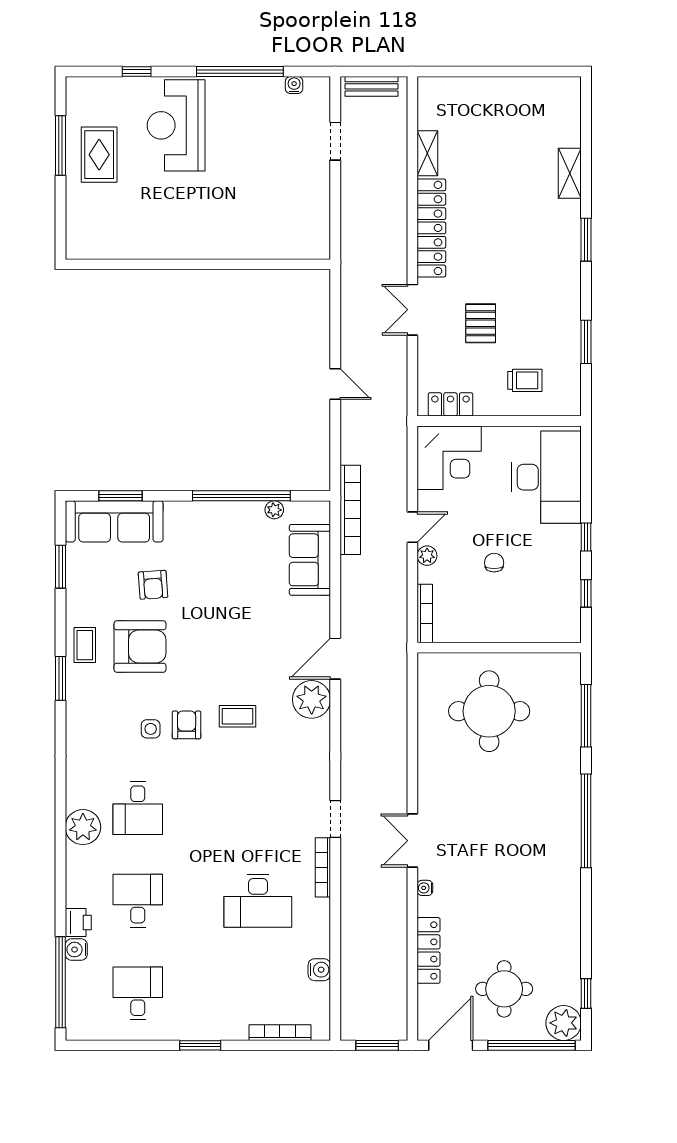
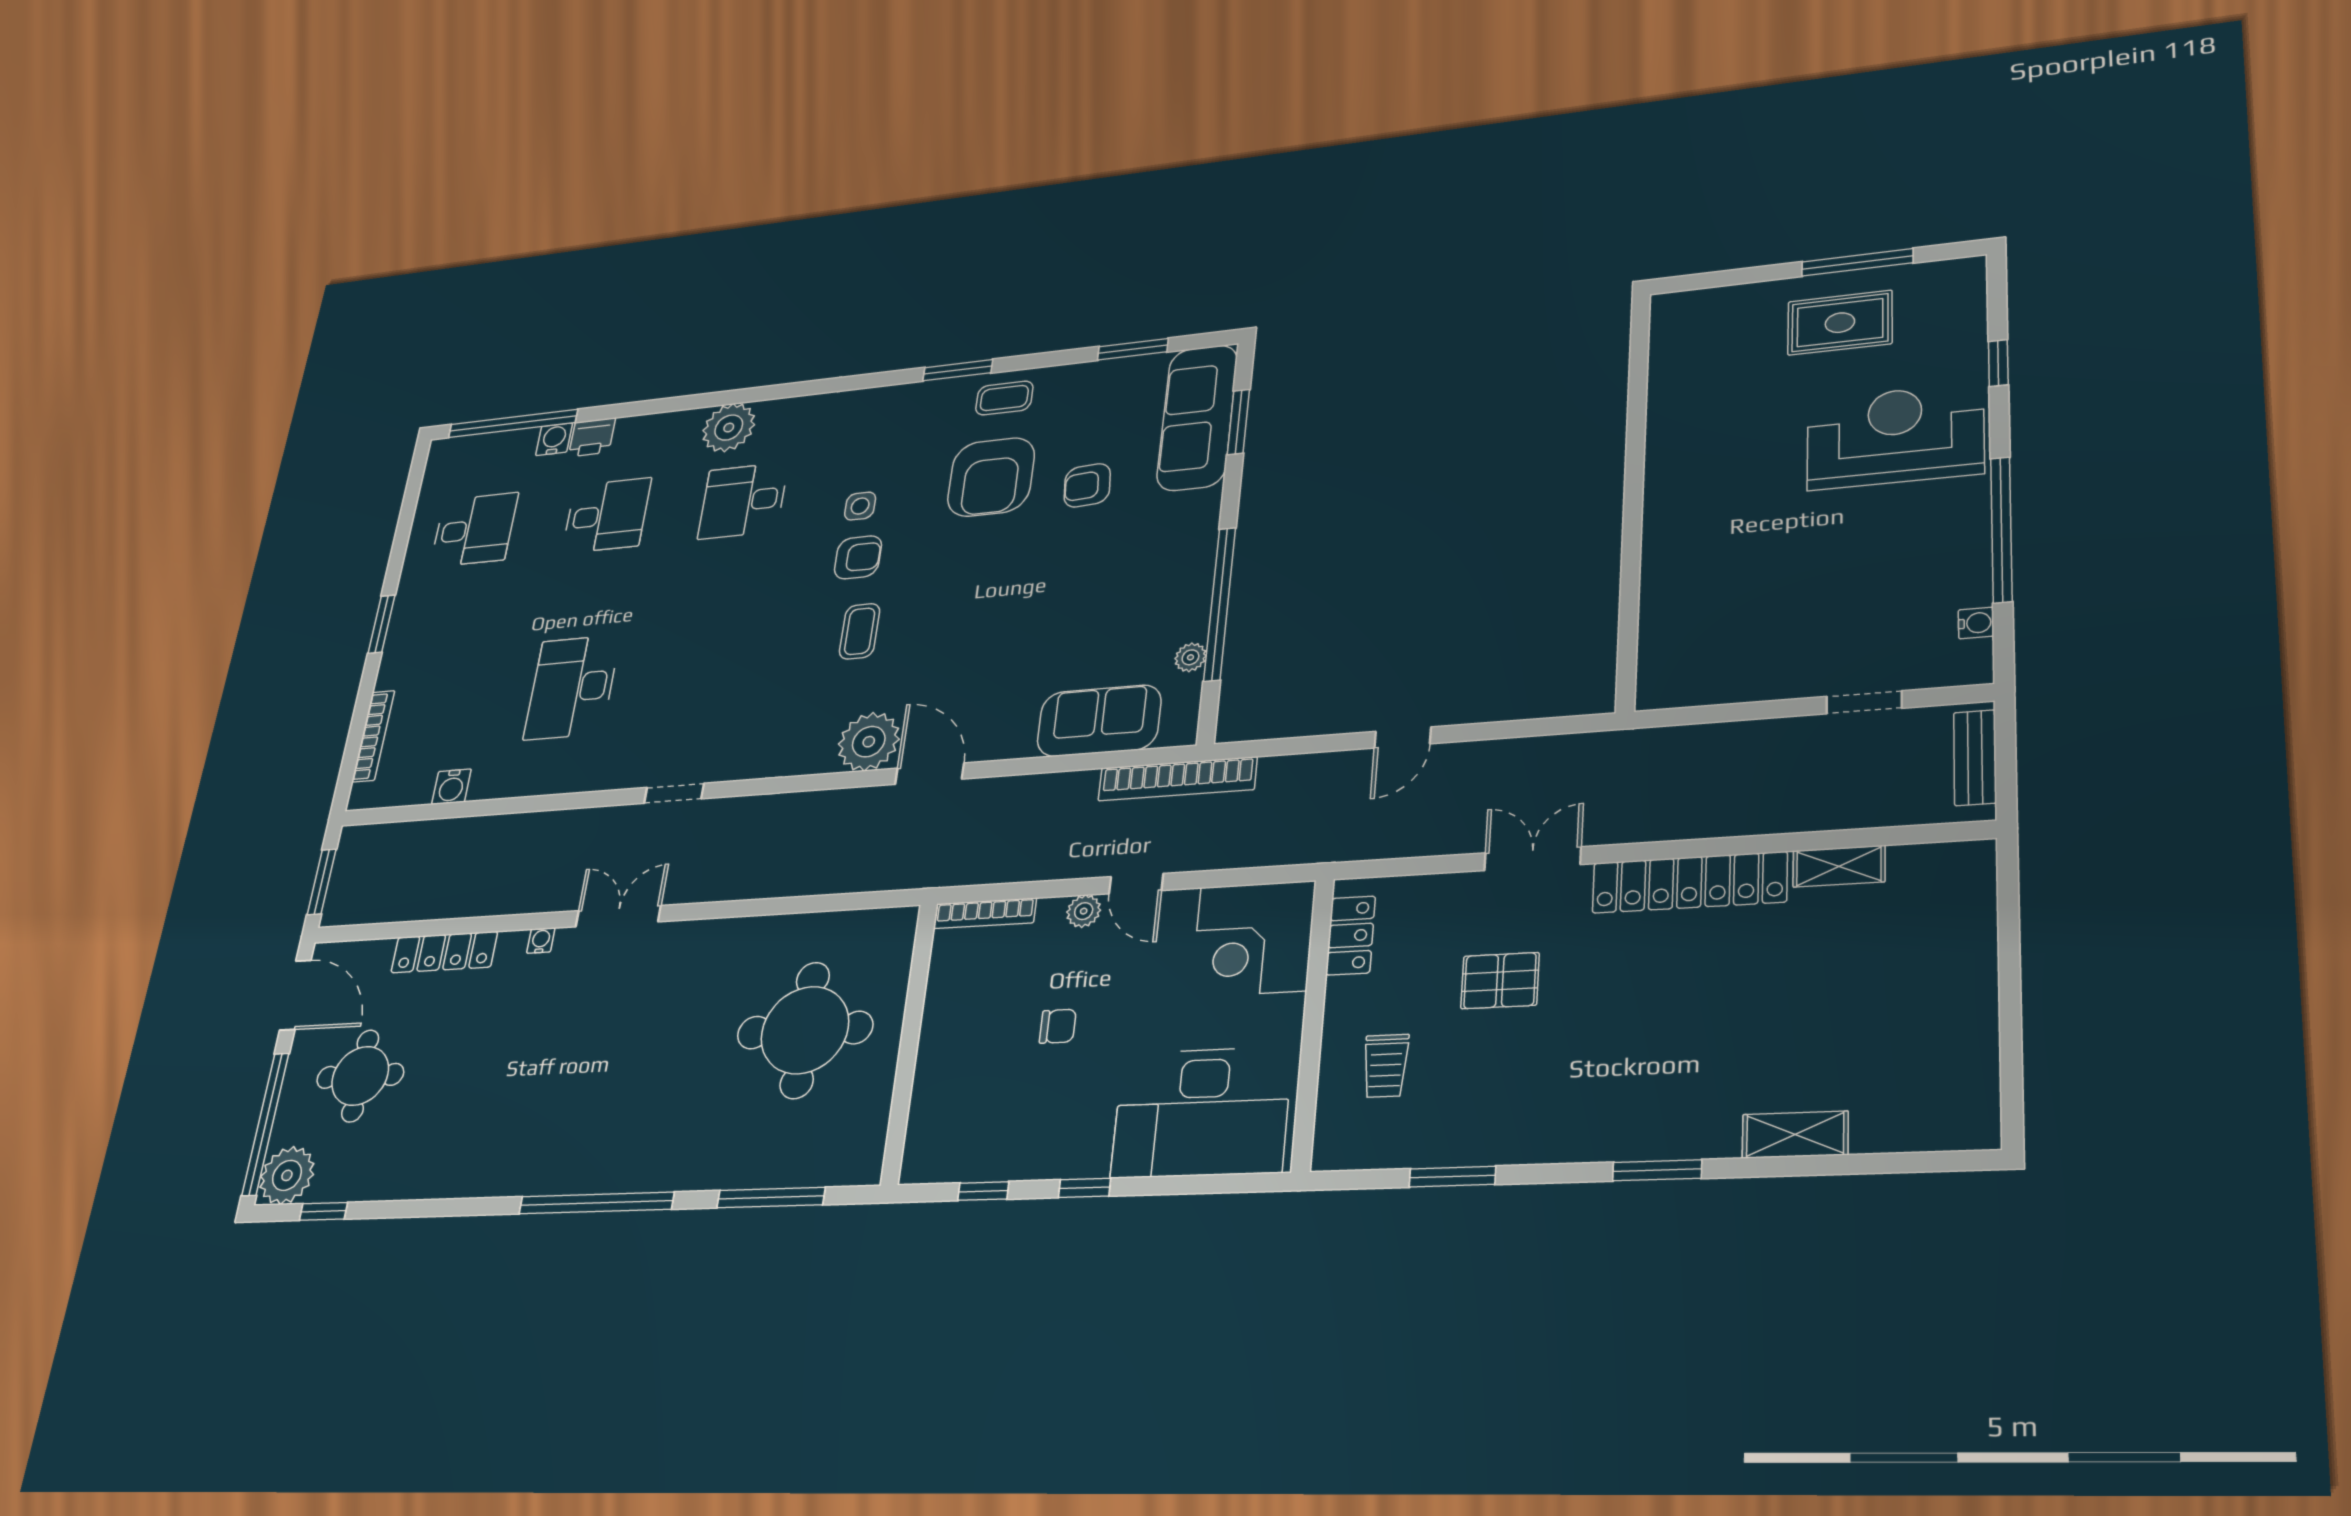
bookcase: (323, 867) -> (603, 780), removed

